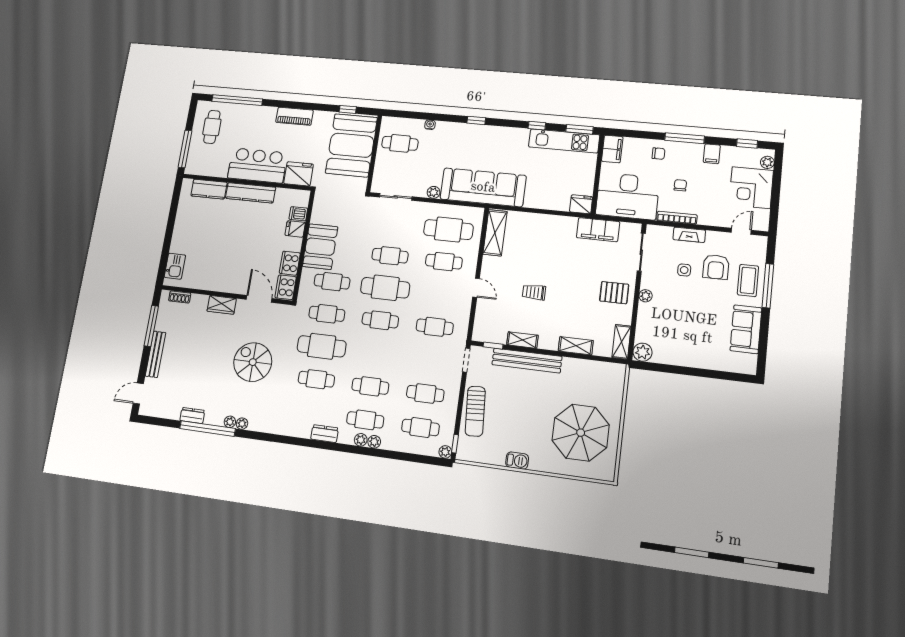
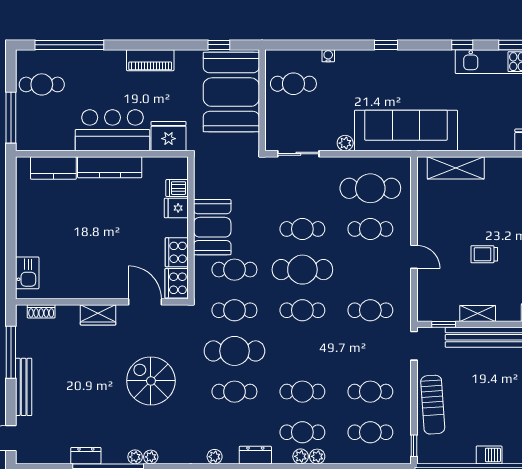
cafe table: (212, 127) -> (42, 84), turned 90
shelving: (495, 233) -> (456, 168), moved, turned 90
plant: (445, 452) -> (215, 457), moved

